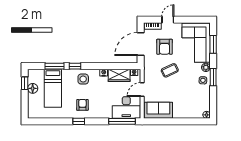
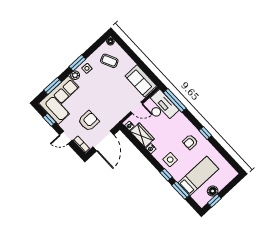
window: (191, 20) -> (49, 120), added
door: (141, 44) -> (103, 141), hinge flipped
coffee table: (170, 70) -> (109, 61), moved

